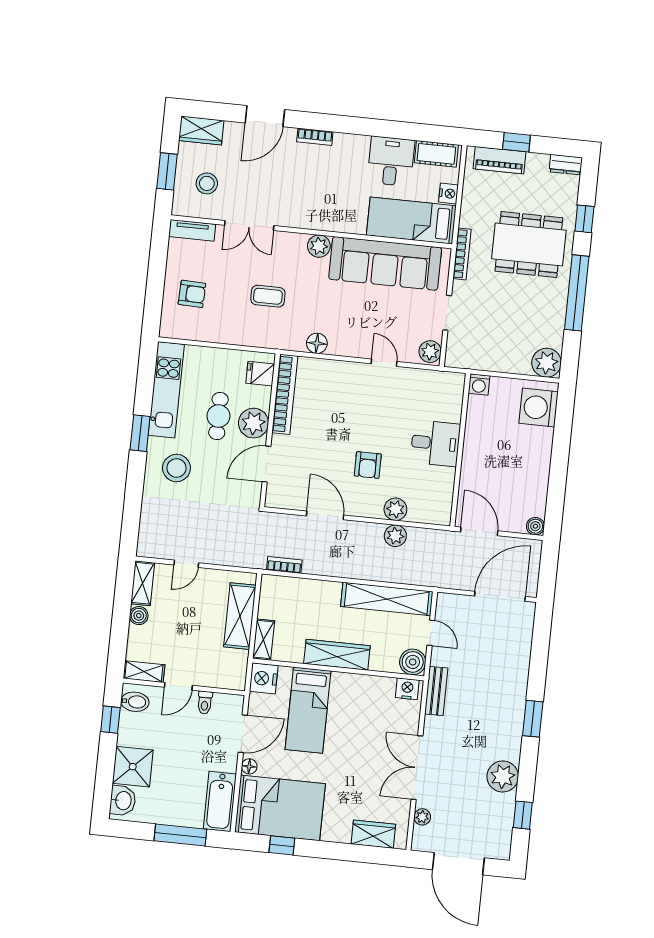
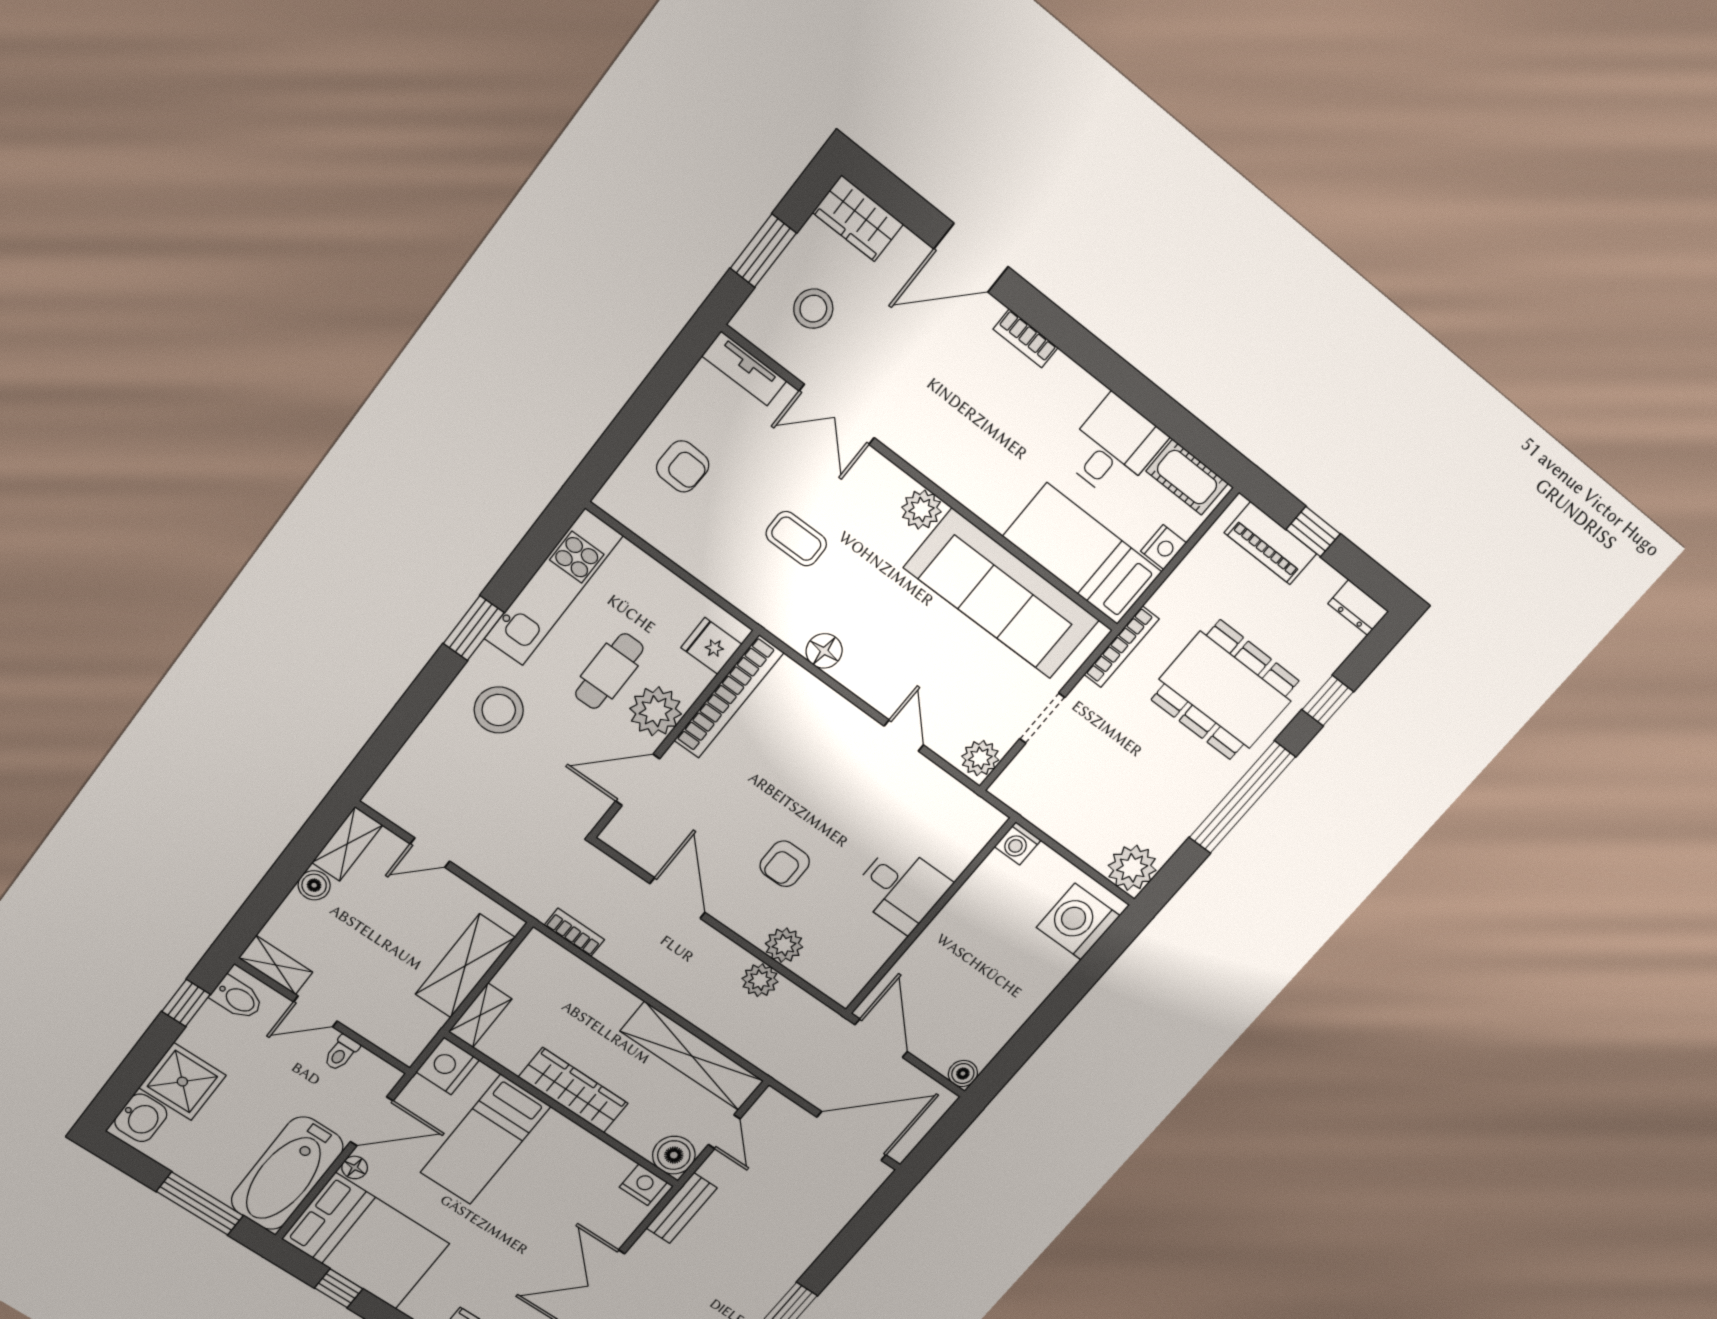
bathtub: (220, 801) -> (287, 1174), width x1.36, depth x1.36

